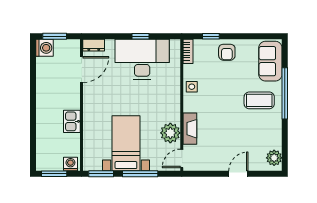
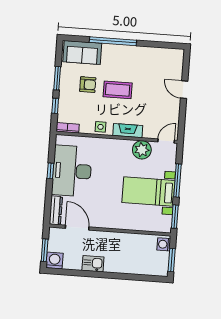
window: (241, 36) -> (57, 78), added
dresser: (94, 45) -> (56, 210), width x1.44
armchair: (227, 52) -> (88, 85), moved
coffee table: (259, 100) -> (118, 90), moved, turned 90
kitchen sink: (72, 121) -> (93, 264), moved, turned 180
fireplace: (190, 129) -> (128, 131), moved
door: (182, 158) -> (166, 141), swing flipped
plant: (274, 158) -> (172, 56), removed

